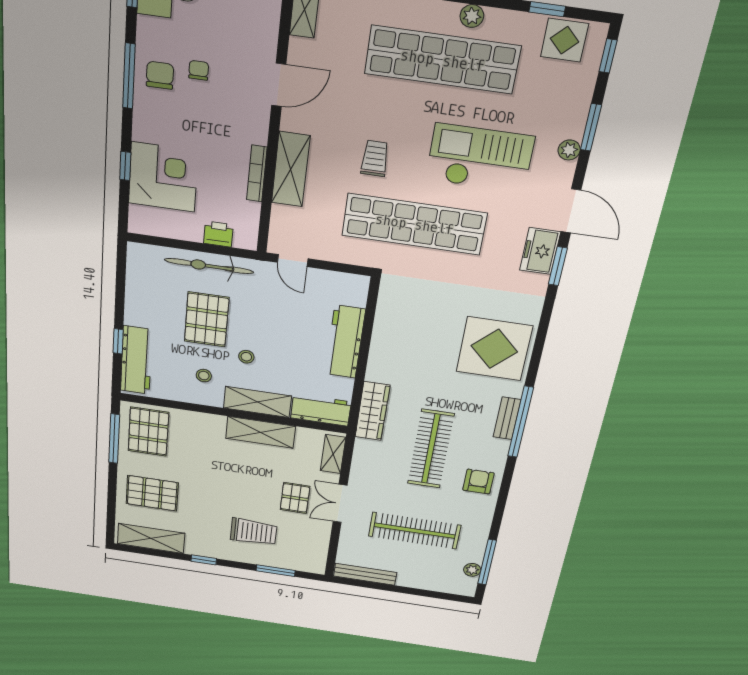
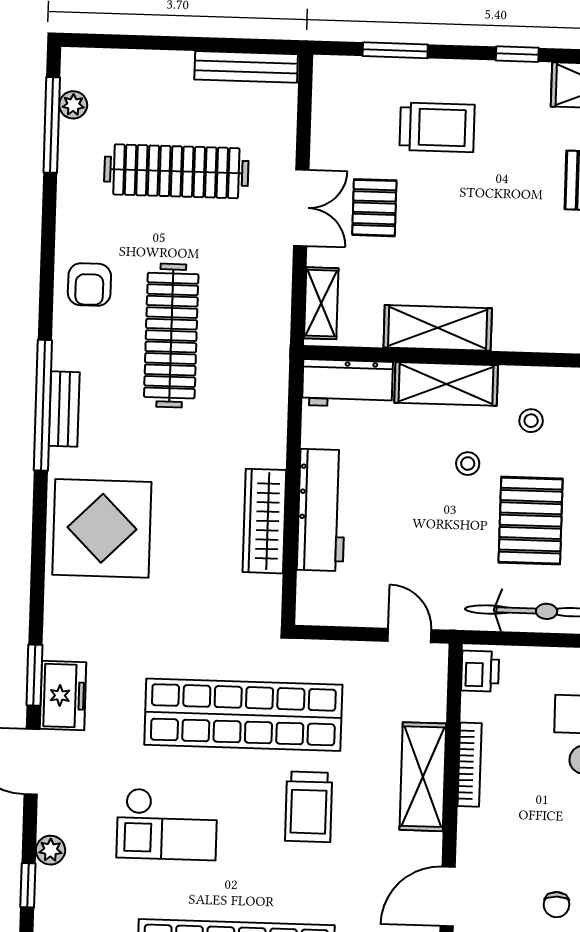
window: (591, 127) -> (28, 885), width x0.67
trolley: (375, 158) -> (309, 807), width x1.36, depth x1.39
checkout: (480, 158) -> (167, 824), width x0.73, depth x0.83
printer: (218, 234) -> (480, 671), moved, turned -90
wardrobe: (372, 411) -> (264, 521), moved
trolley: (254, 532) -> (437, 127), turned 180

